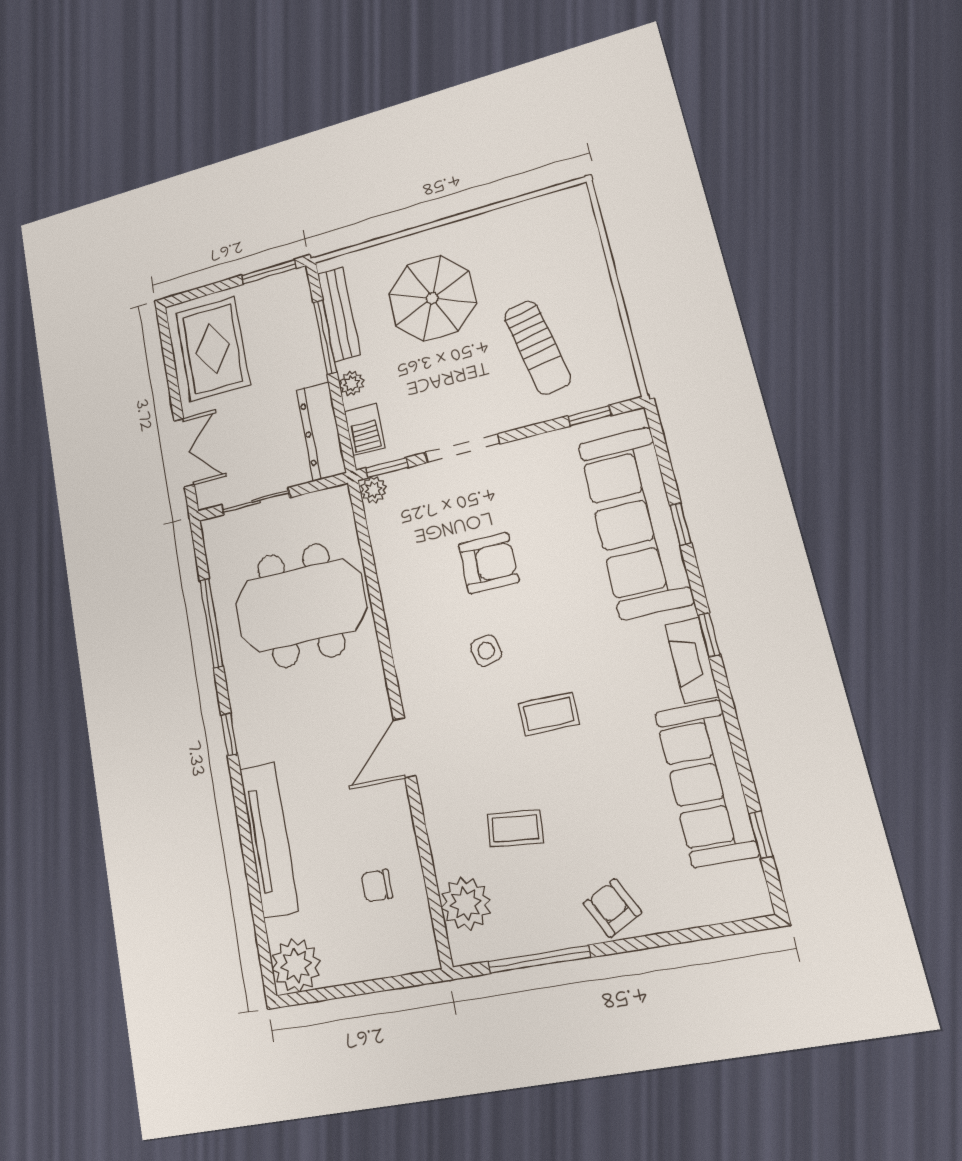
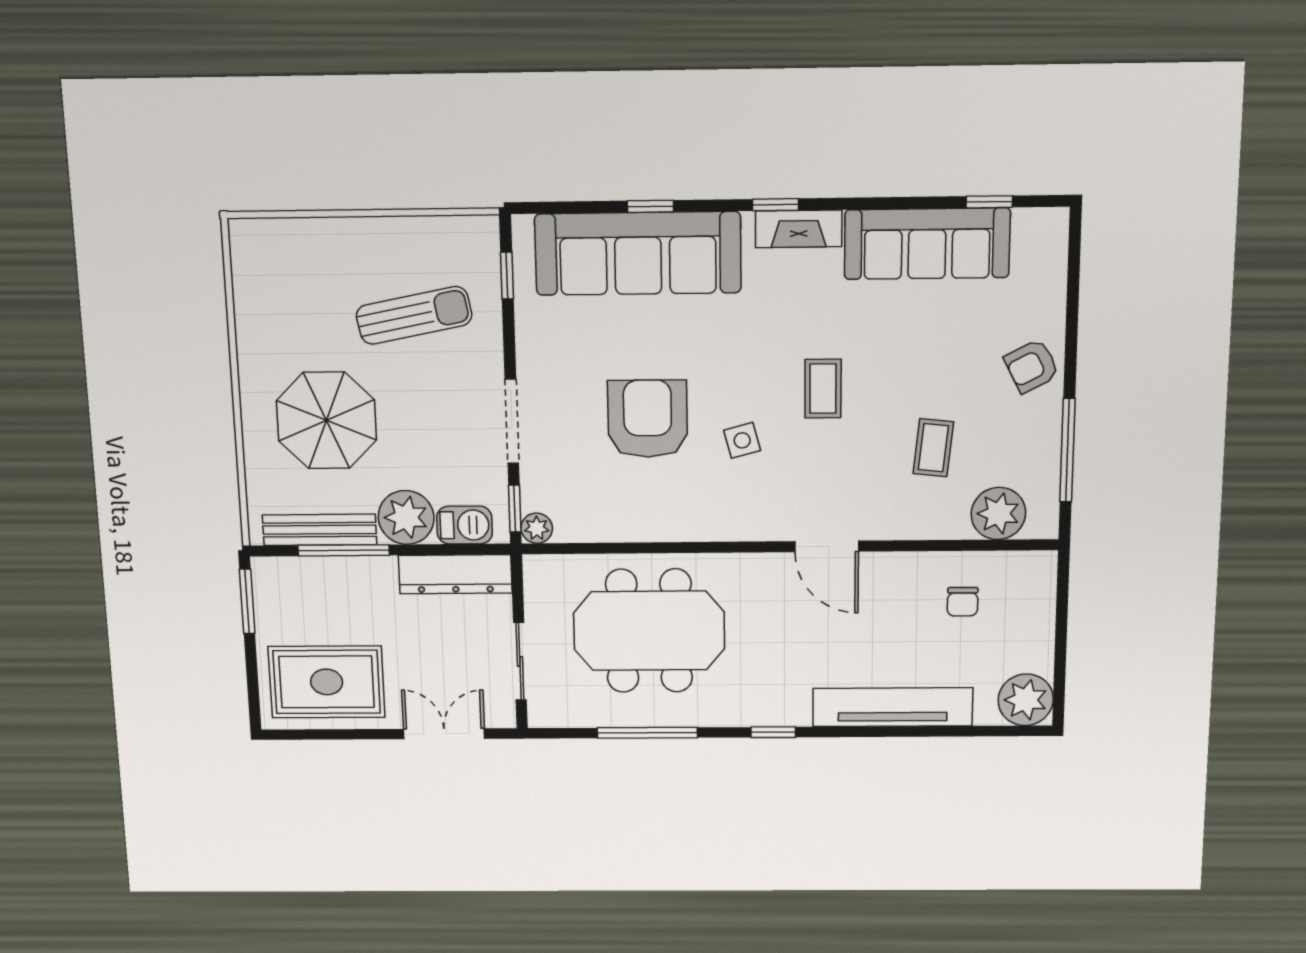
plant: (352, 383) -> (406, 517), width x1.88, depth x1.88
armchair: (488, 563) -> (648, 419), width x1.36, depth x1.36
meeting table: (301, 605) -> (649, 631), turned 90

